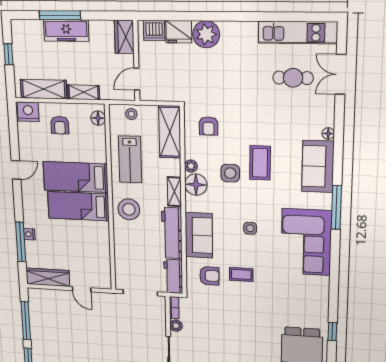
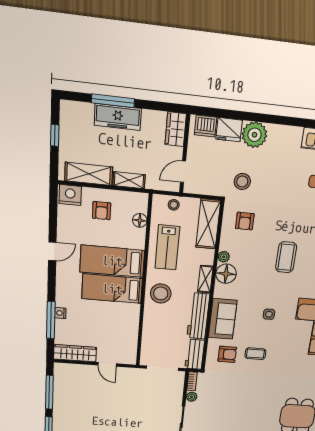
stool: (200, 84) -> (242, 181), added
floor lamp: (98, 118) -> (140, 220), moved
side table: (230, 173) -> (258, 265), removed

